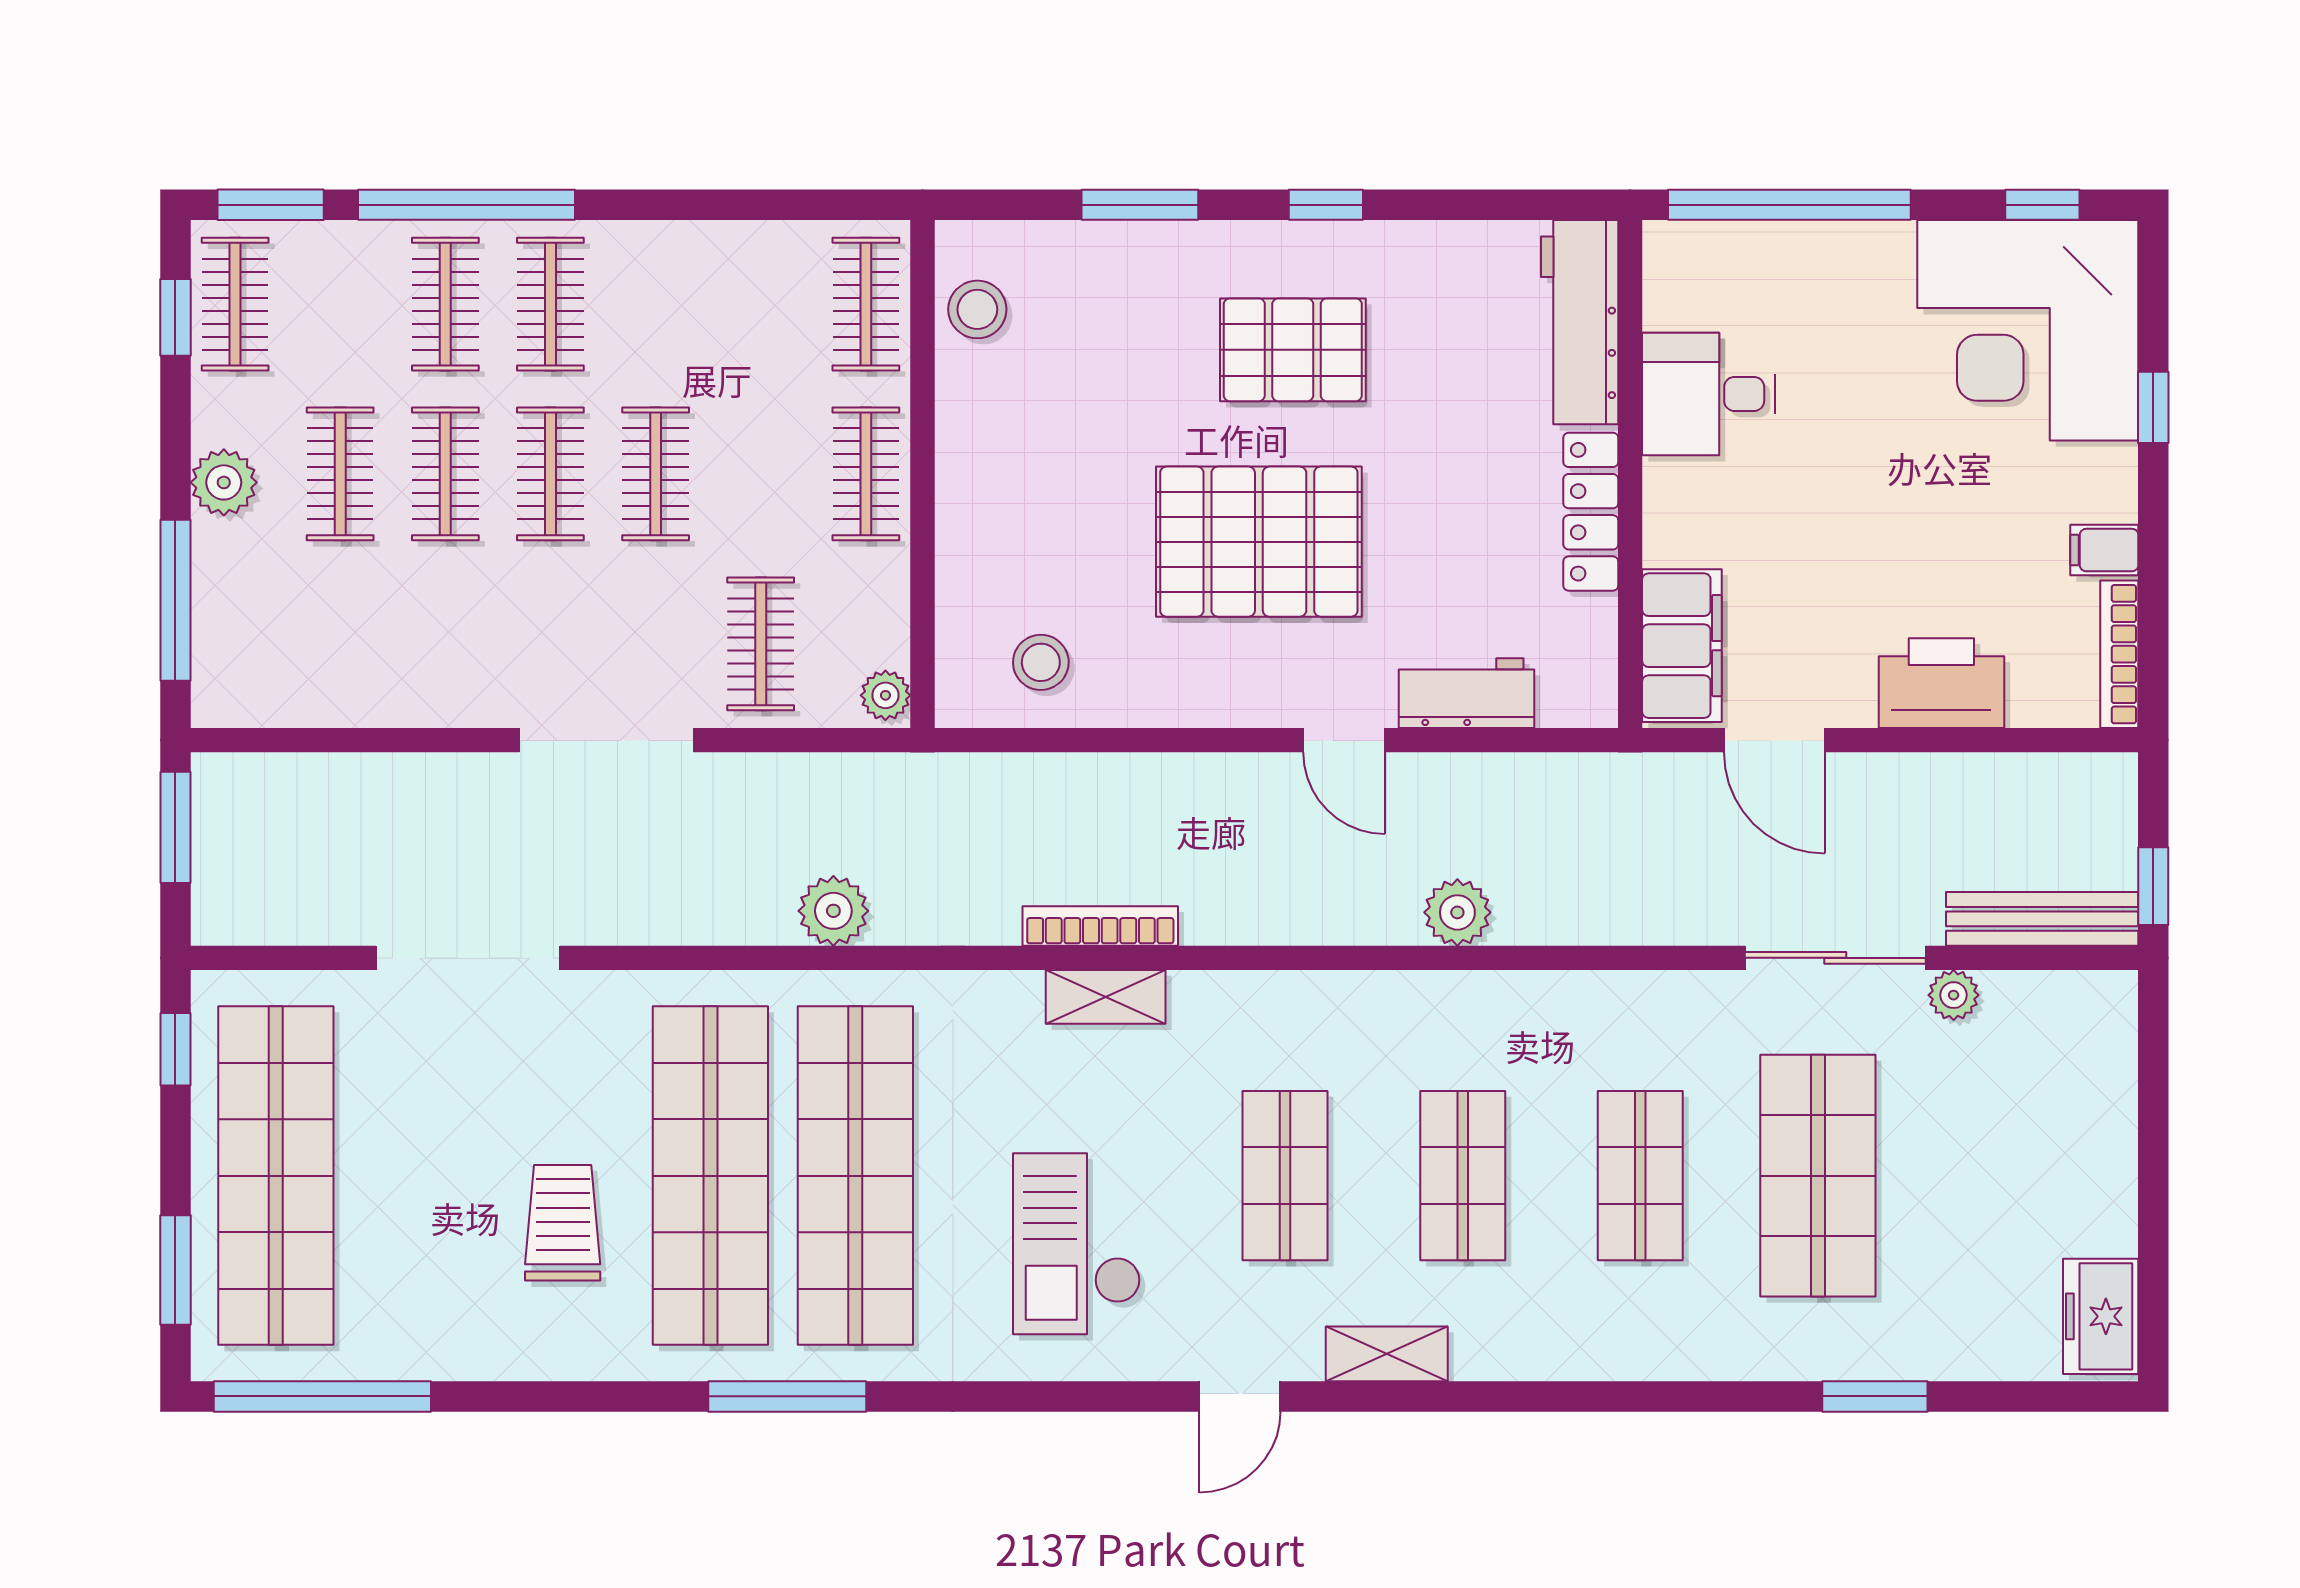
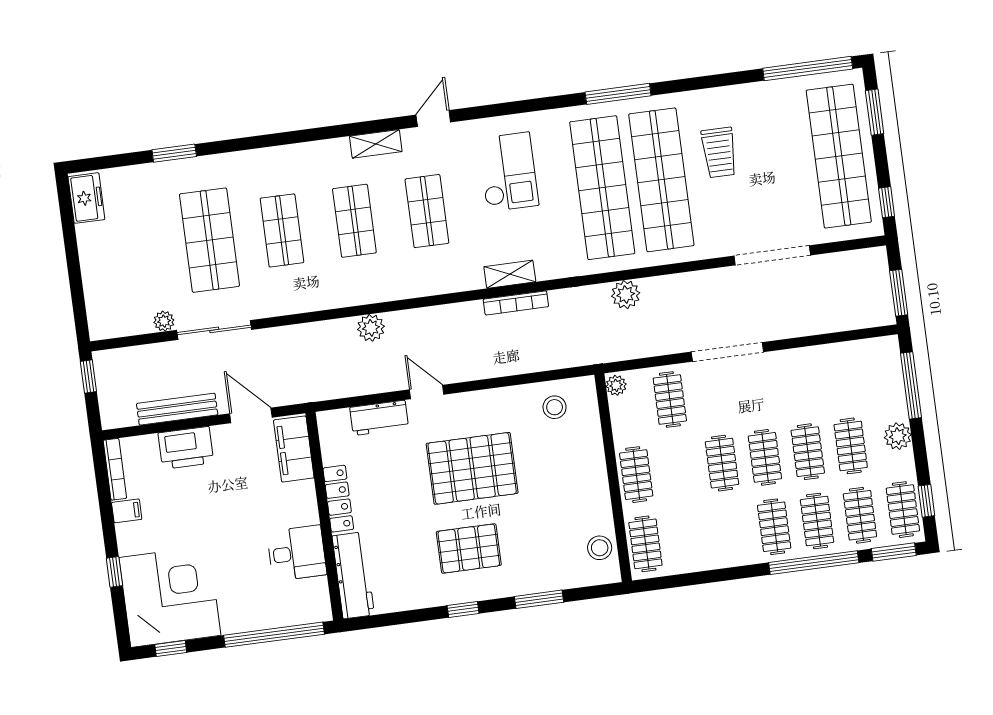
clothes rail: (340, 304) -> (860, 515), added
bench: (2042, 919) -> (177, 409), moved

